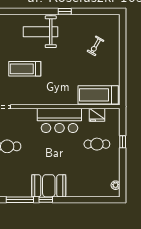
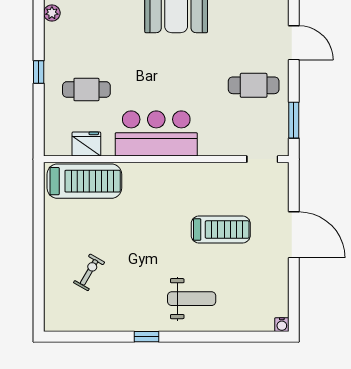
weight bench: (40, 32) -> (192, 299), width x0.73, depth x0.75
window: (123, 142) -> (39, 72), moved

